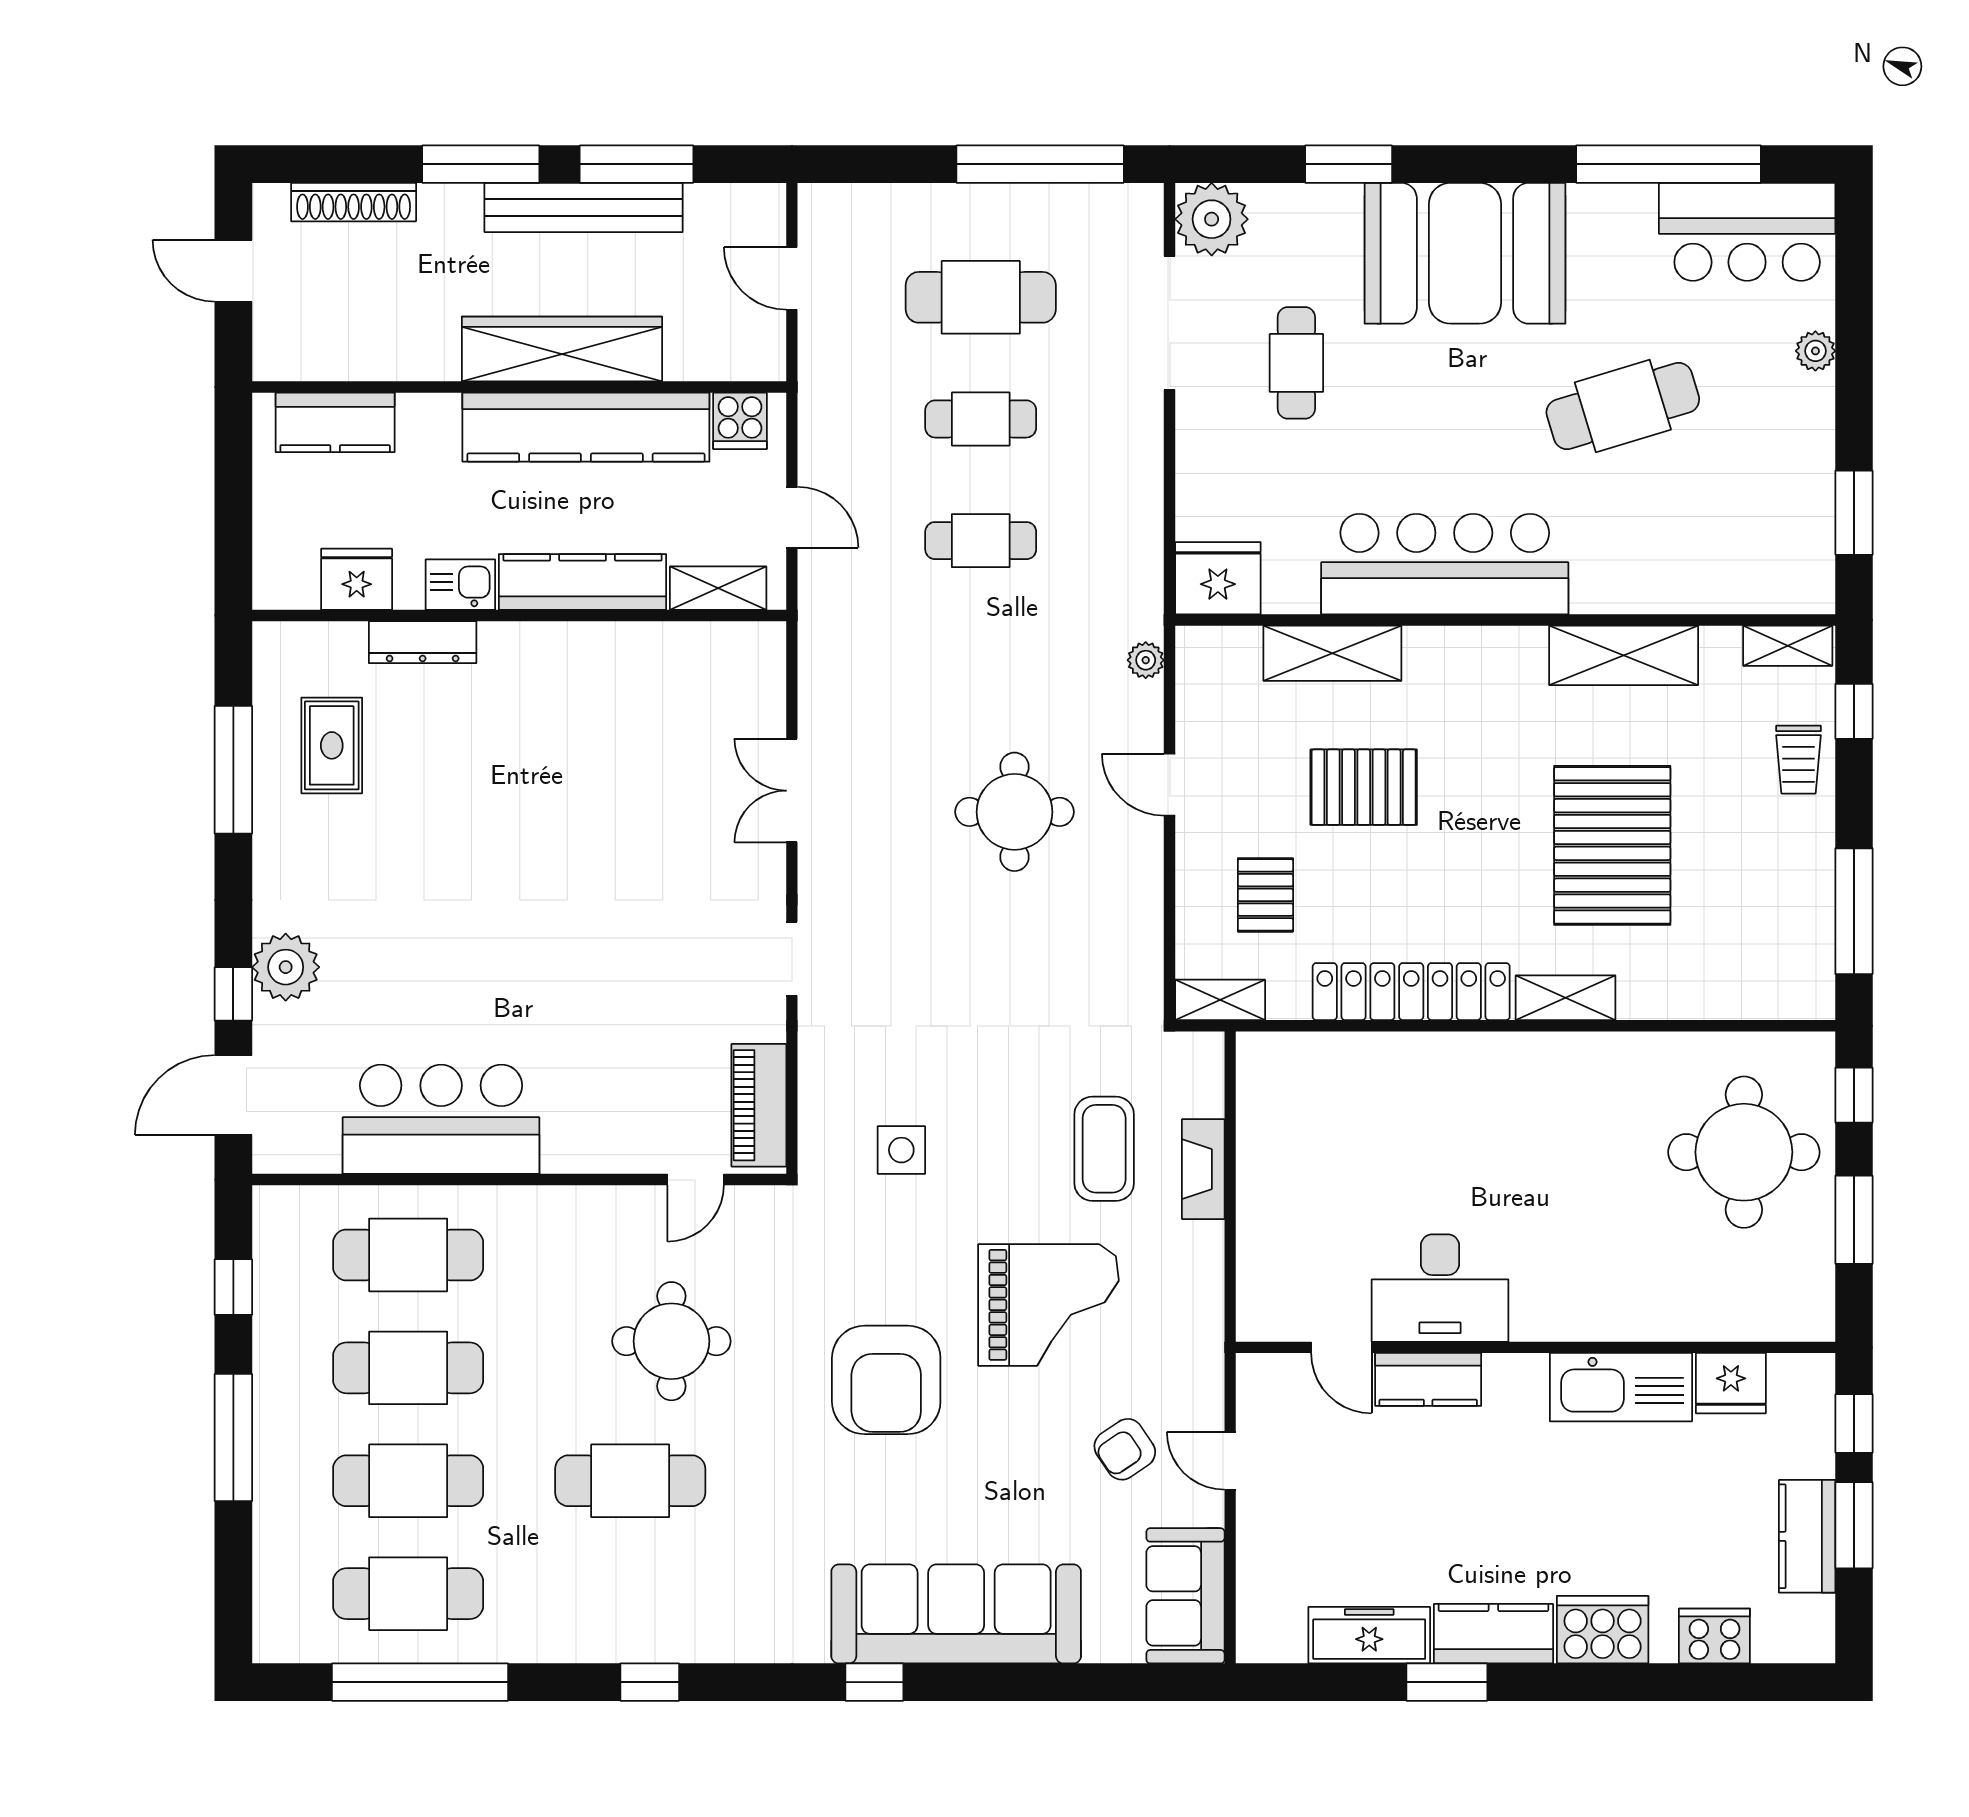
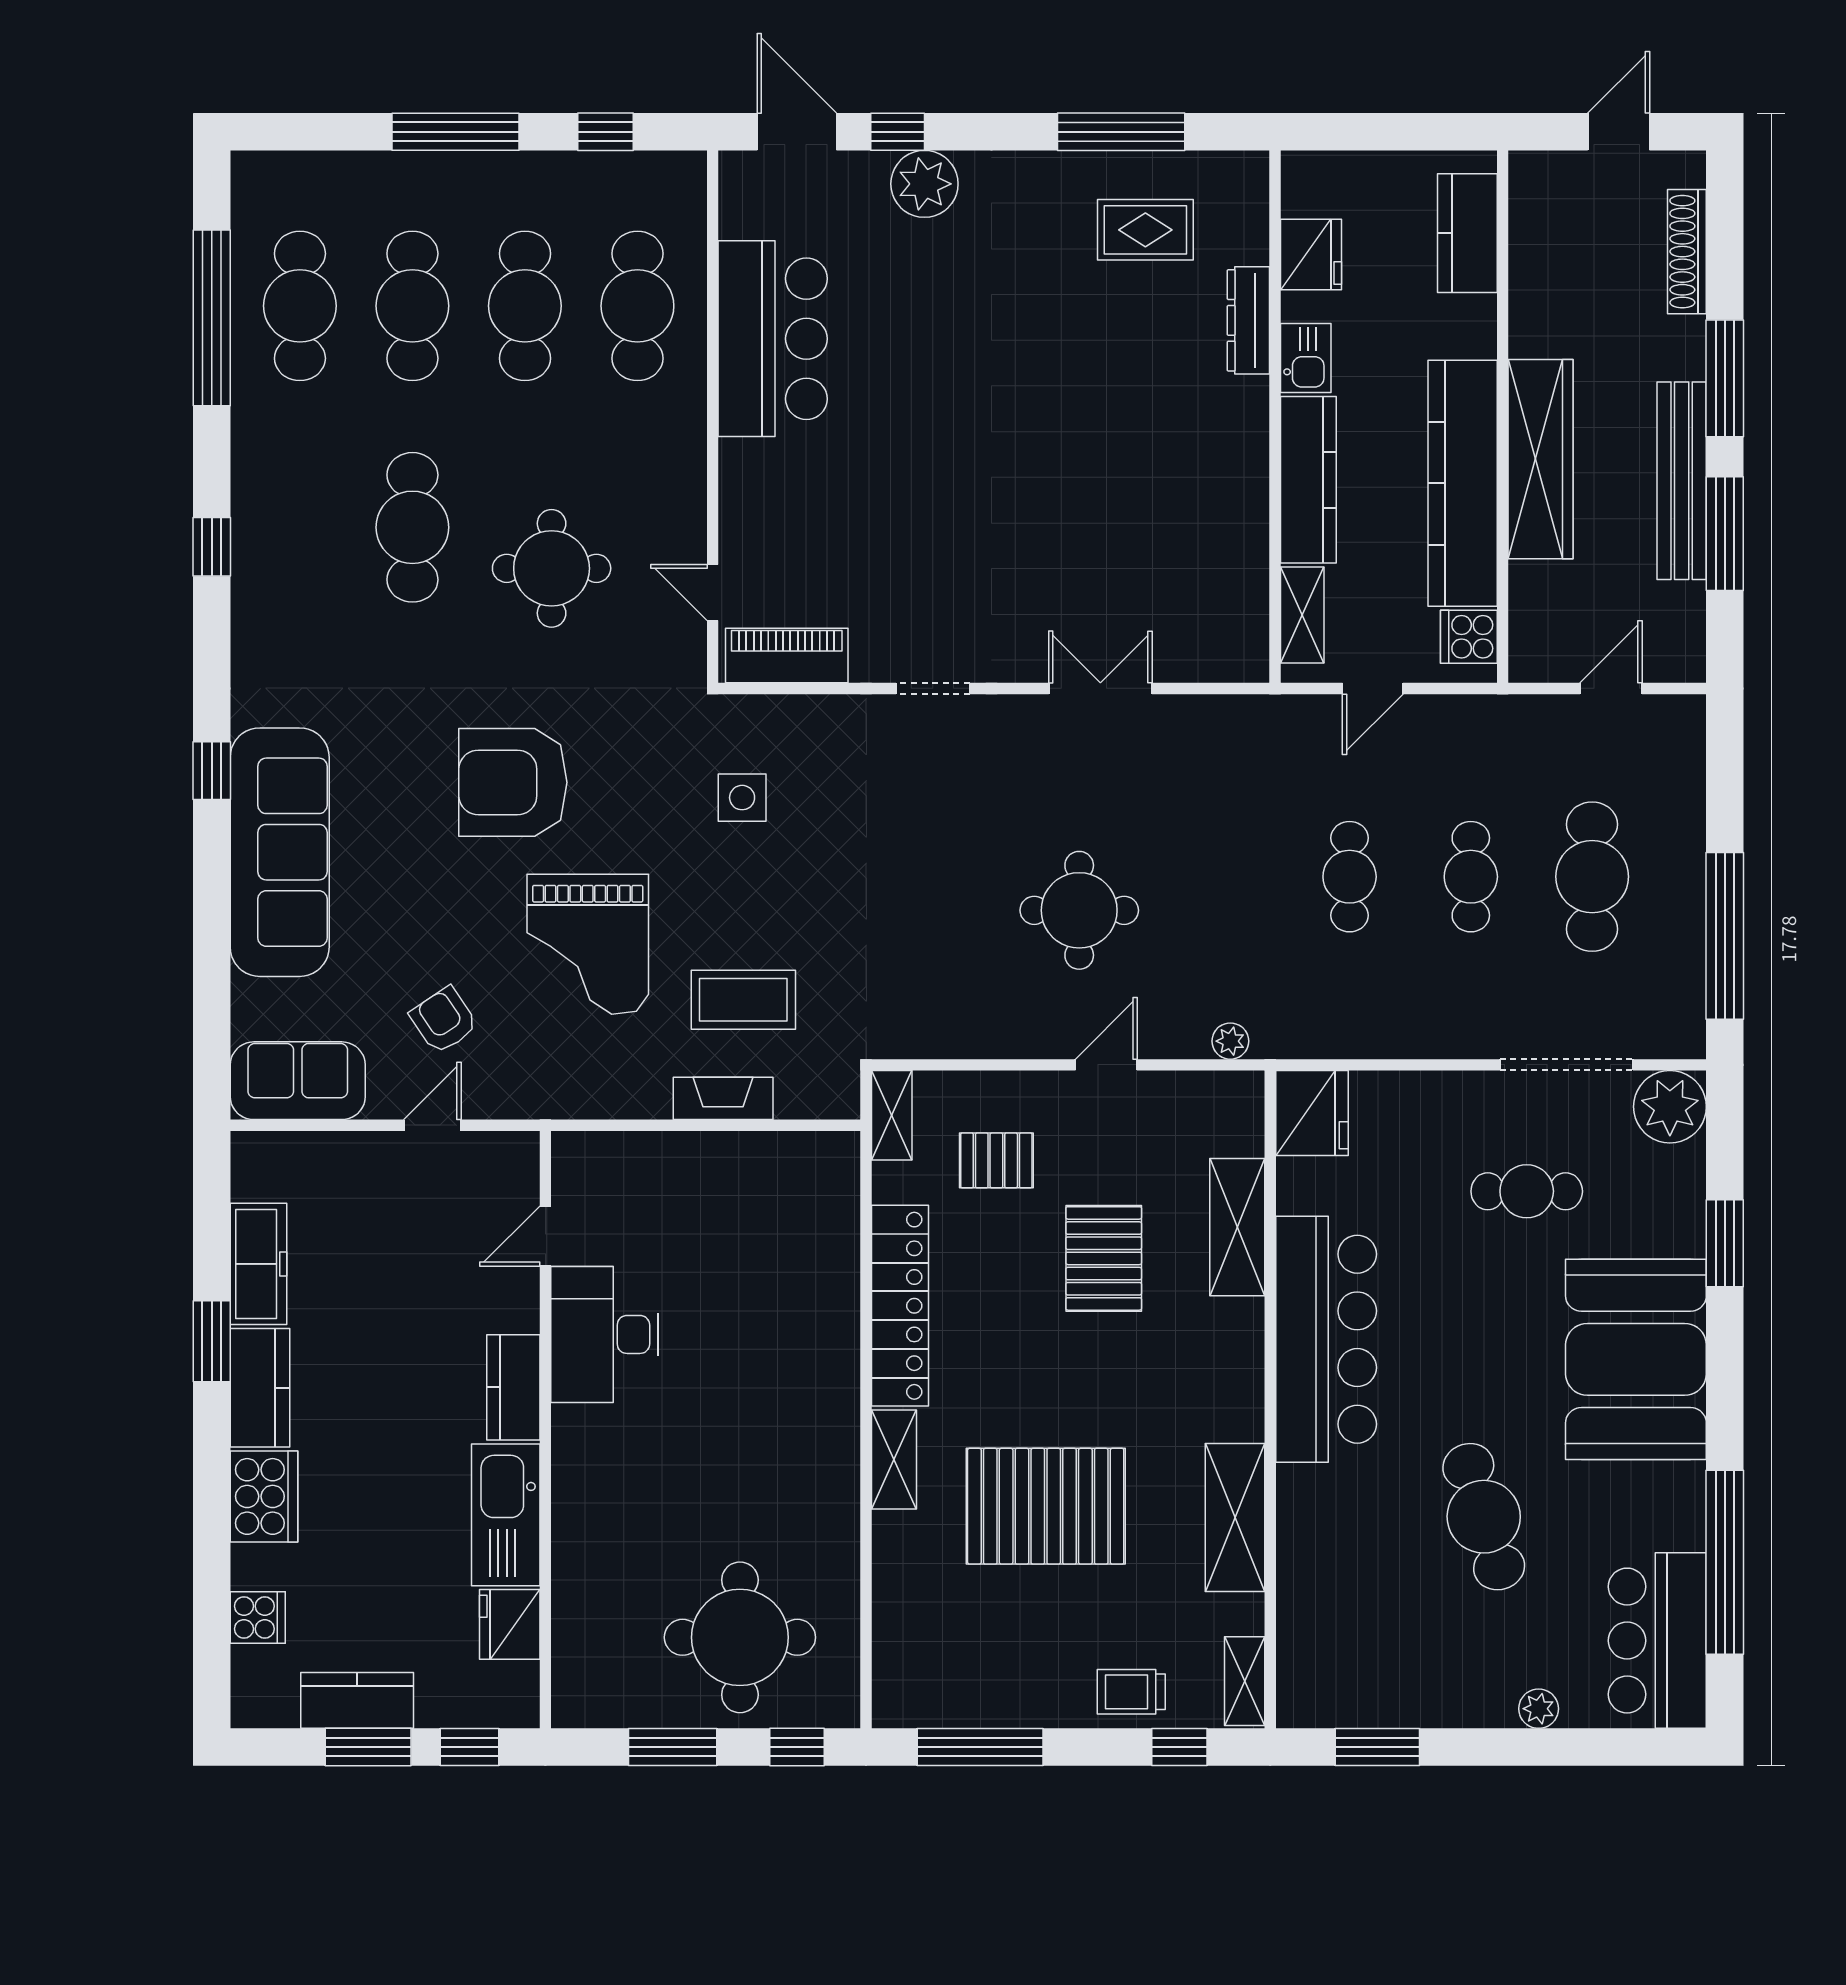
kitchen counter: (1428, 1379) -> (513, 1387), moved
cooker: (1714, 1636) -> (258, 1617), width x0.73

